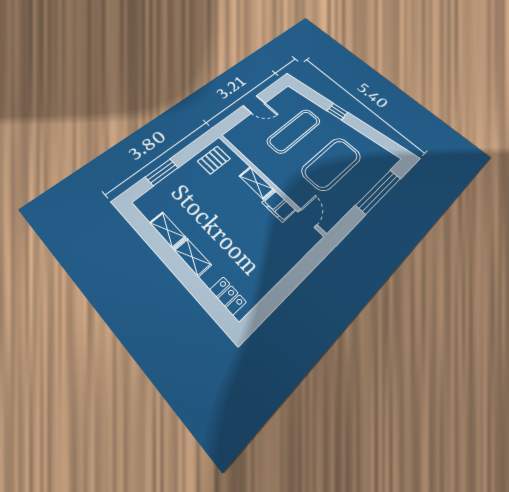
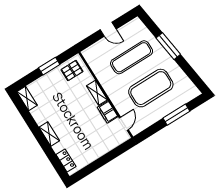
window: (337, 112) -> (168, 46), width x2.17
window: (162, 172) -> (49, 66), moved
window: (379, 192) -> (176, 115), width x0.68
shelving: (168, 230) -> (27, 98), moved

